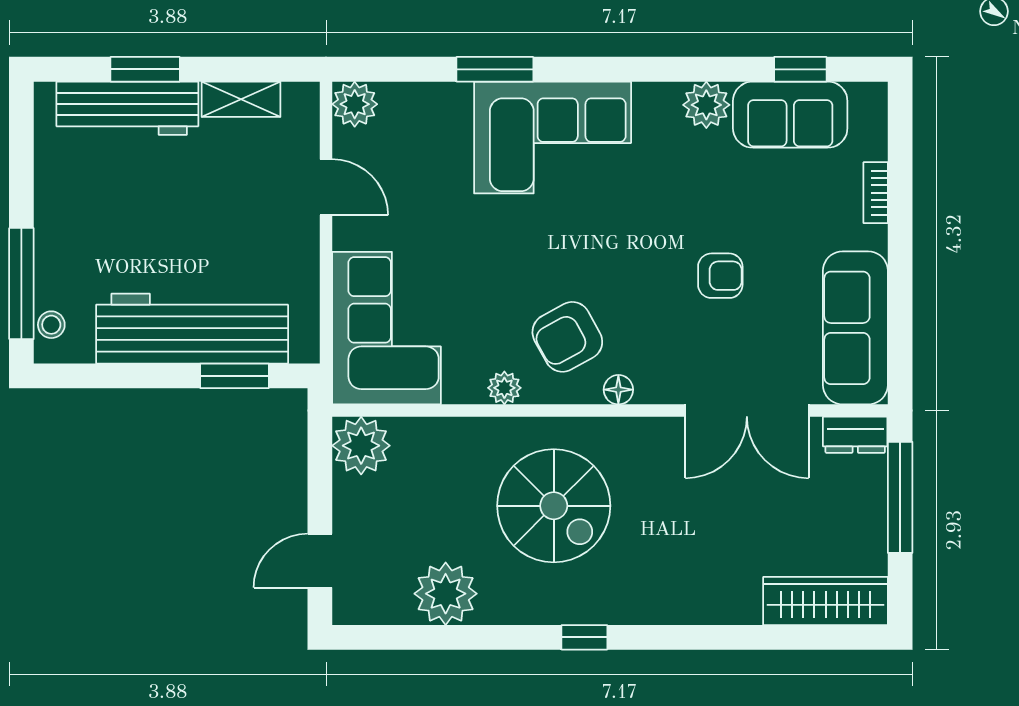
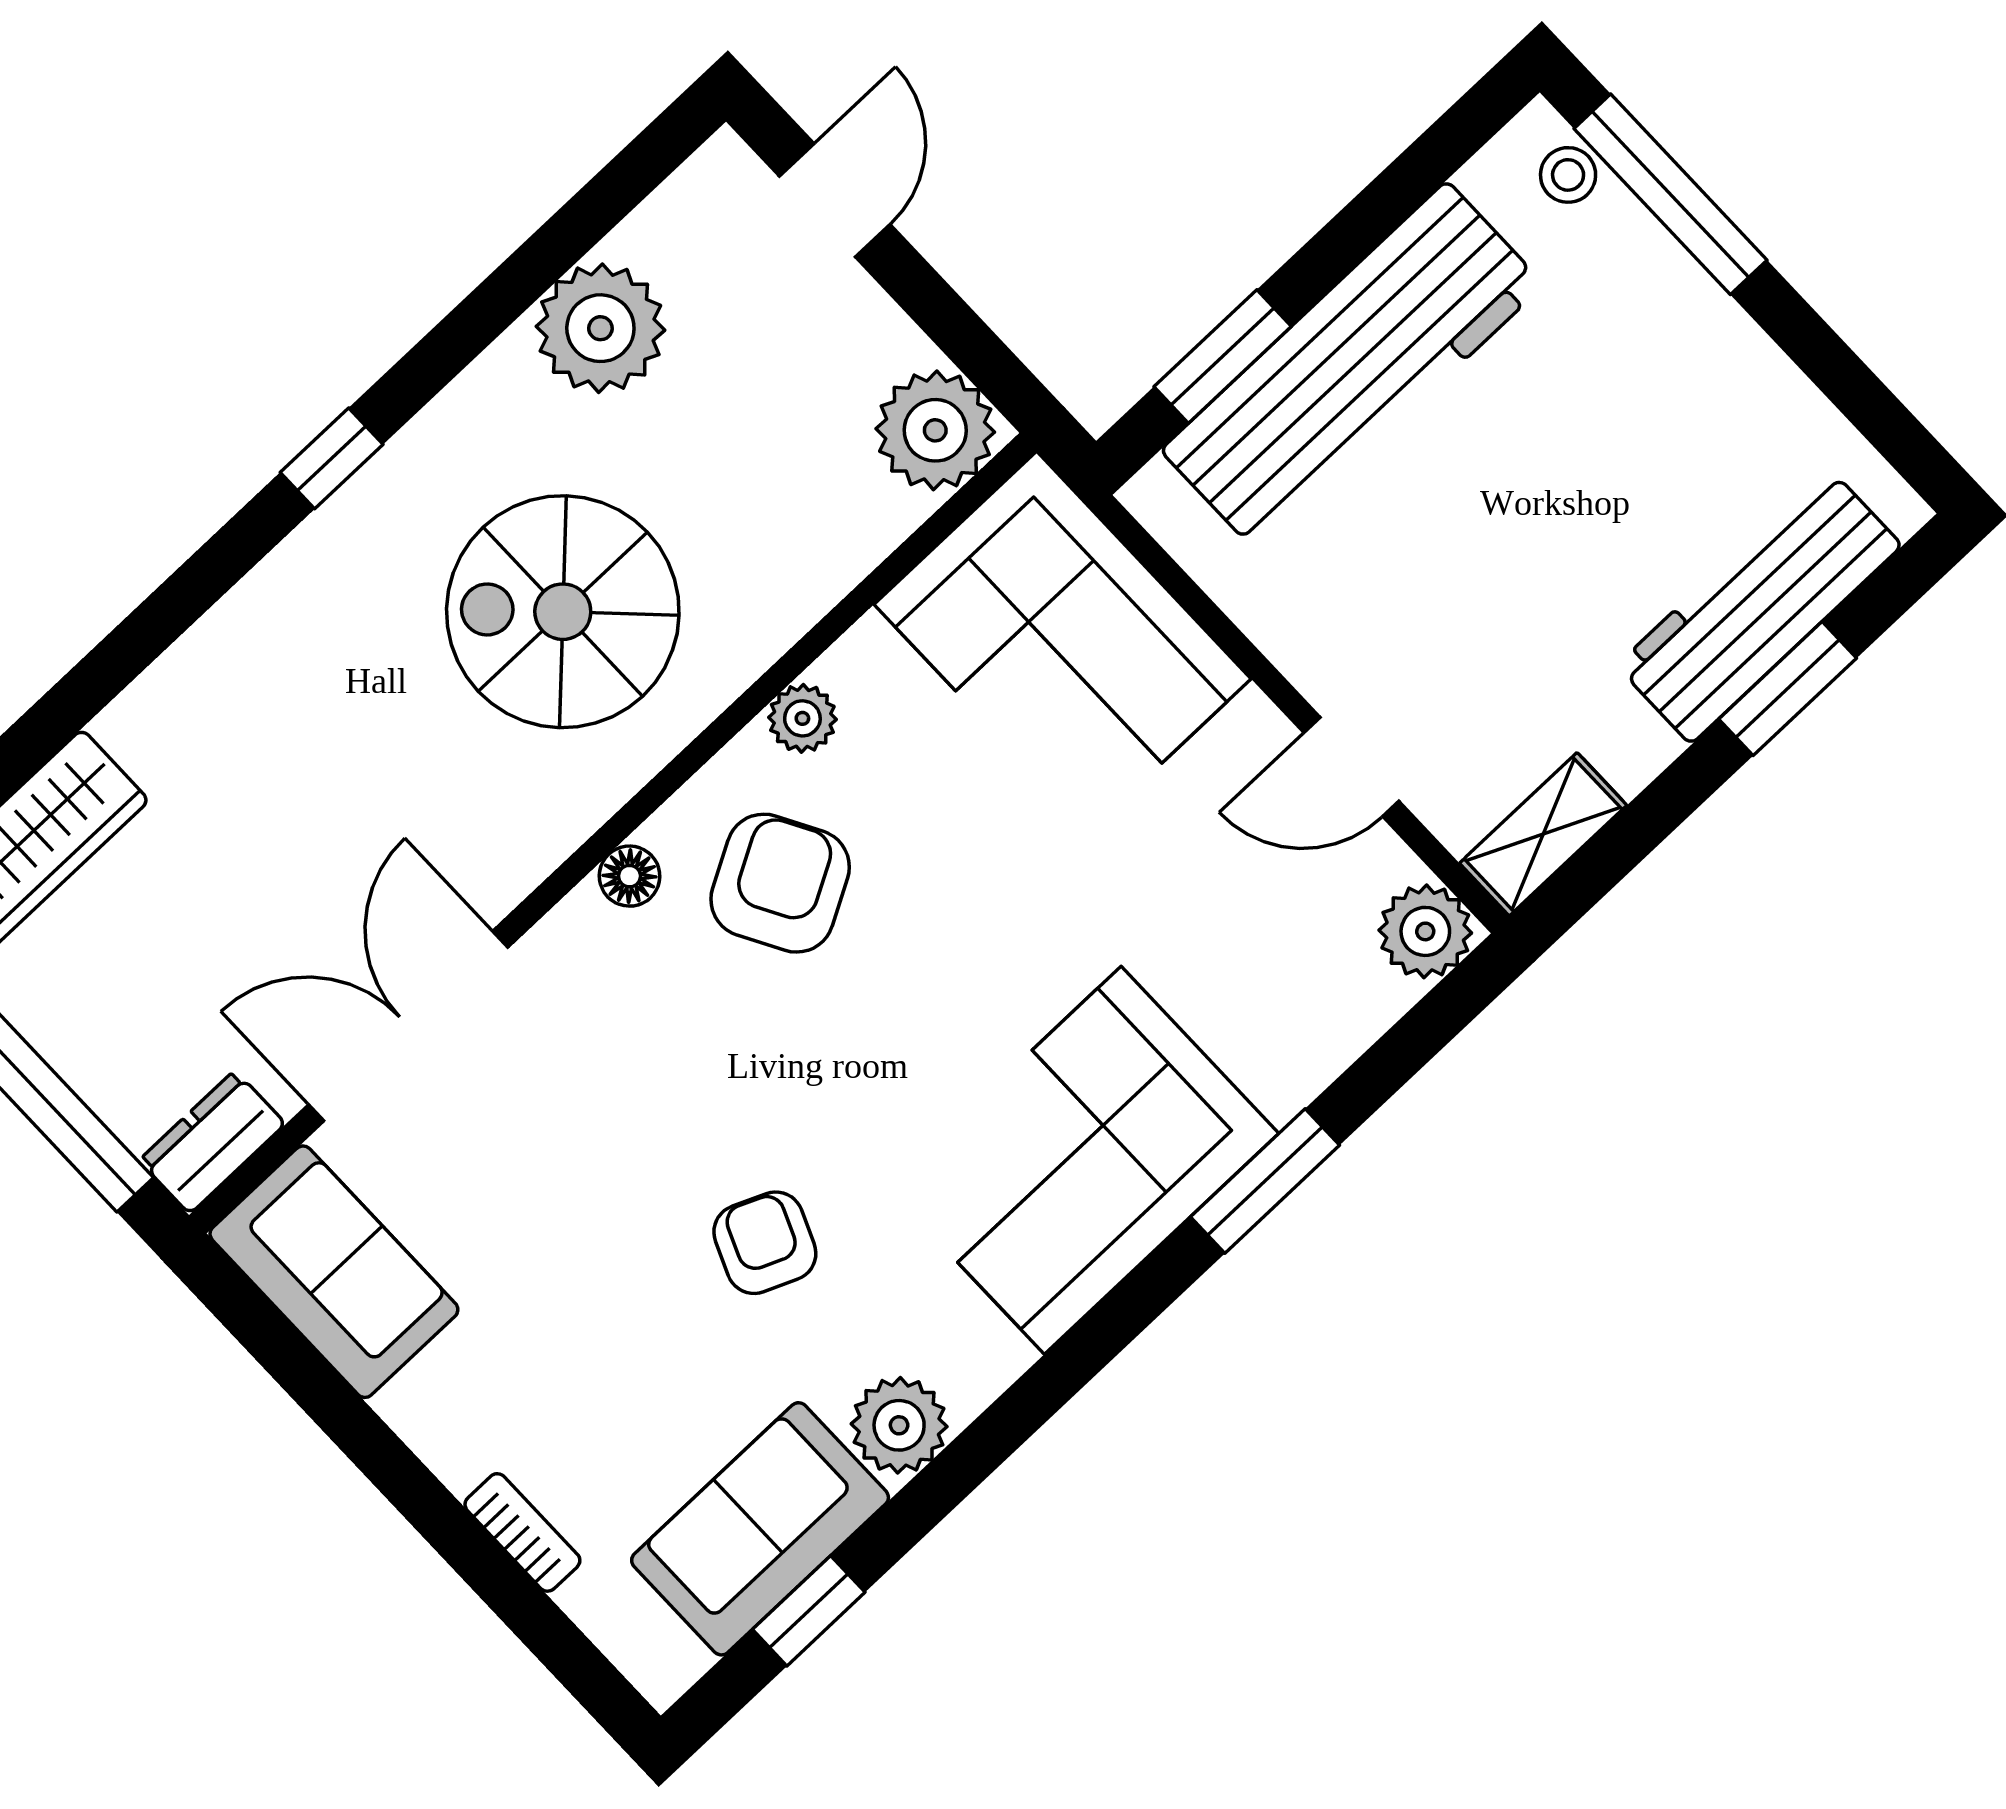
shelving: (241, 99) -> (1543, 834), moved
armchair: (720, 276) -> (765, 1243), moved, turned 113
sofa: (855, 328) -> (334, 1272), width x0.73

